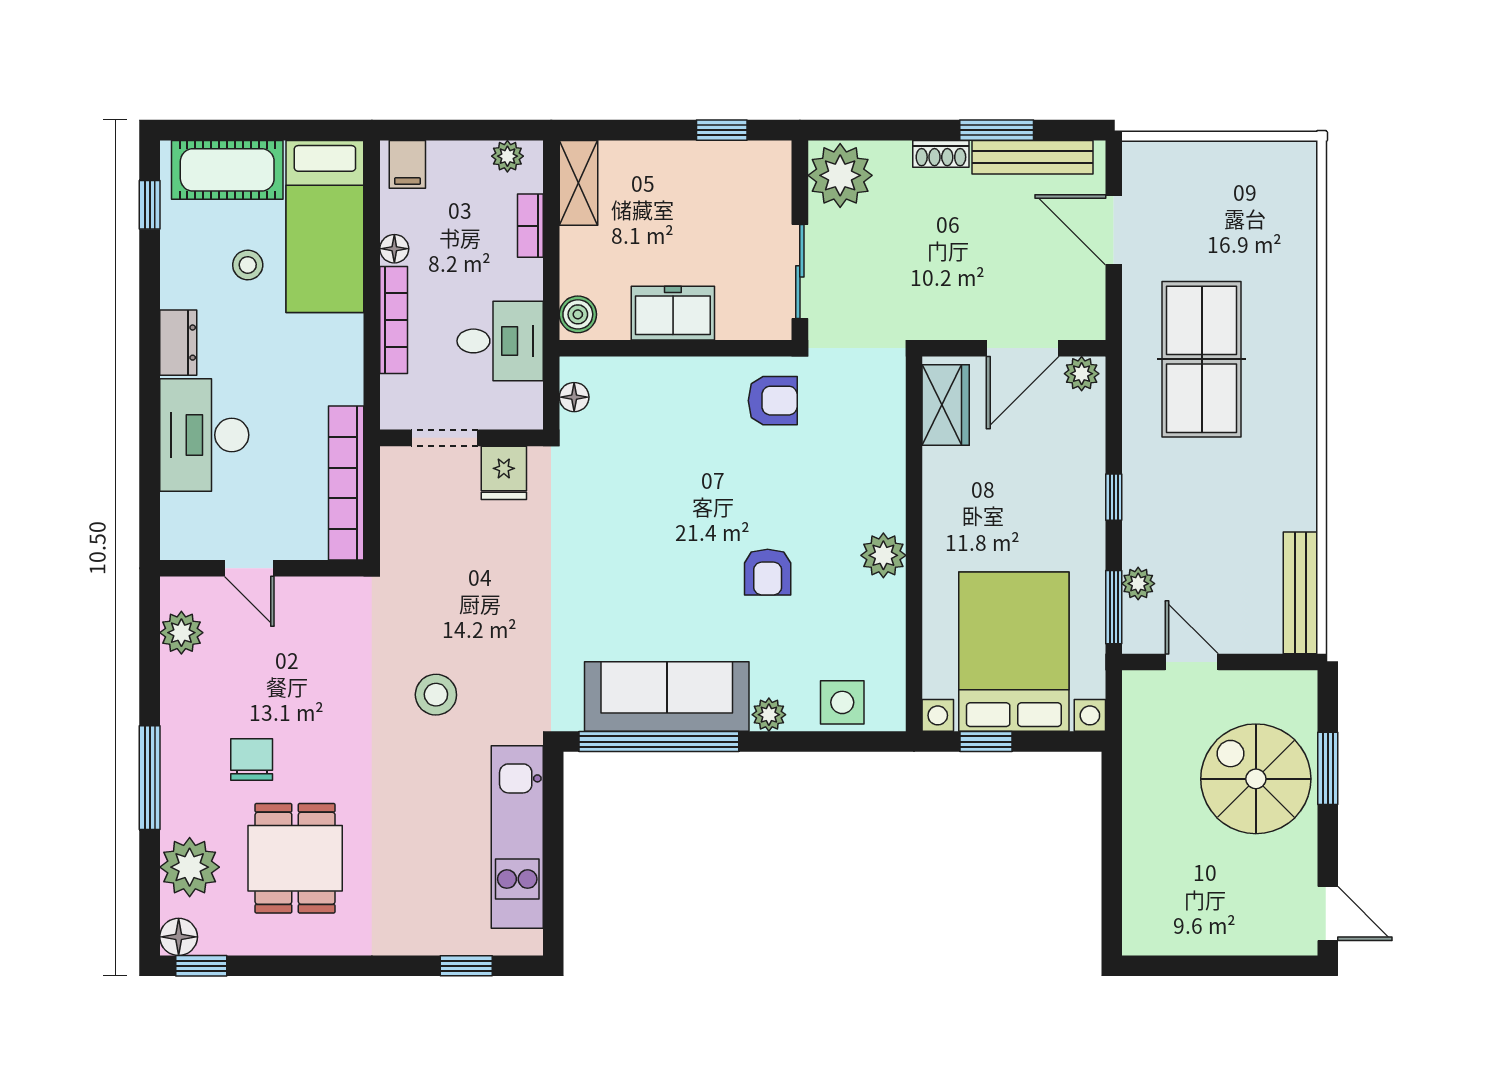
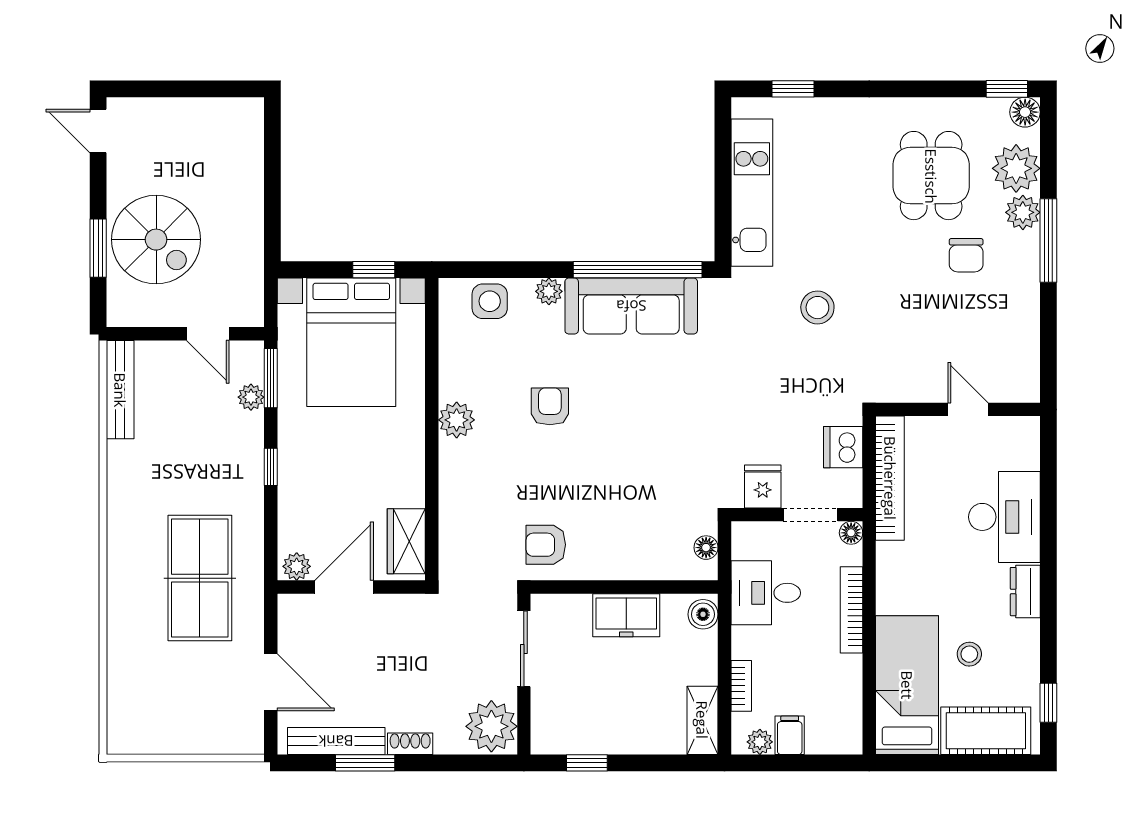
filing cabinet: (407, 164) -> (790, 735), moved
floor lamp: (394, 249) -> (851, 533), moved
dishwasher: (404, 522) -> (843, 447), added
plant: (181, 633) -> (1023, 212), moved

